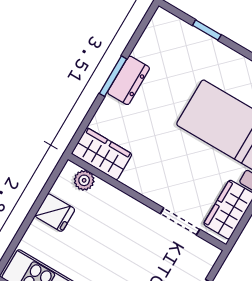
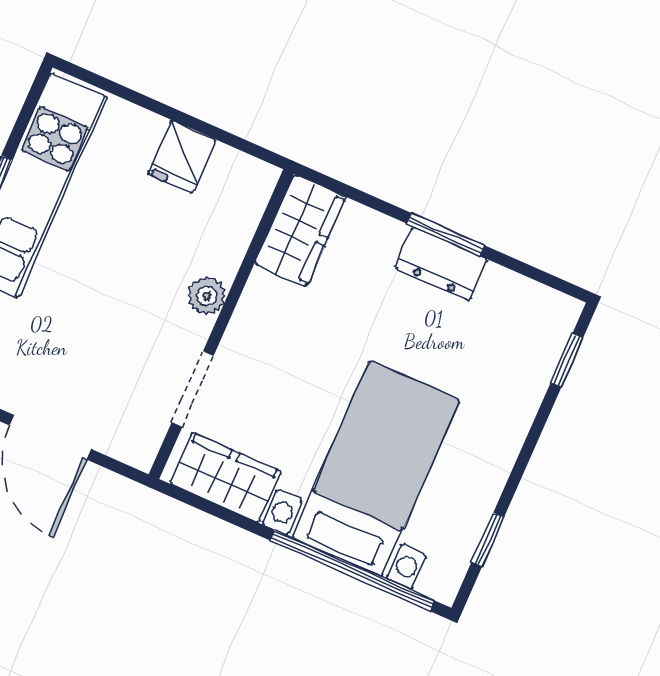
window: (207, 30) -> (567, 360), moved
plant: (84, 180) -> (207, 296), moved

